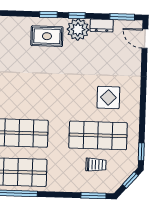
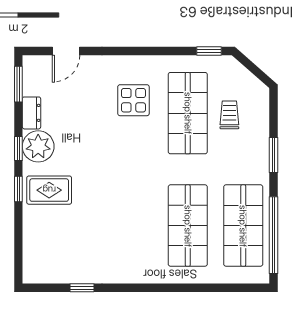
rug: (47, 36) -> (49, 190), turned 90
door: (145, 39) -> (66, 51), moved
window: (130, 180) -> (250, 65), removed
window: (93, 196) -> (273, 155), moved

